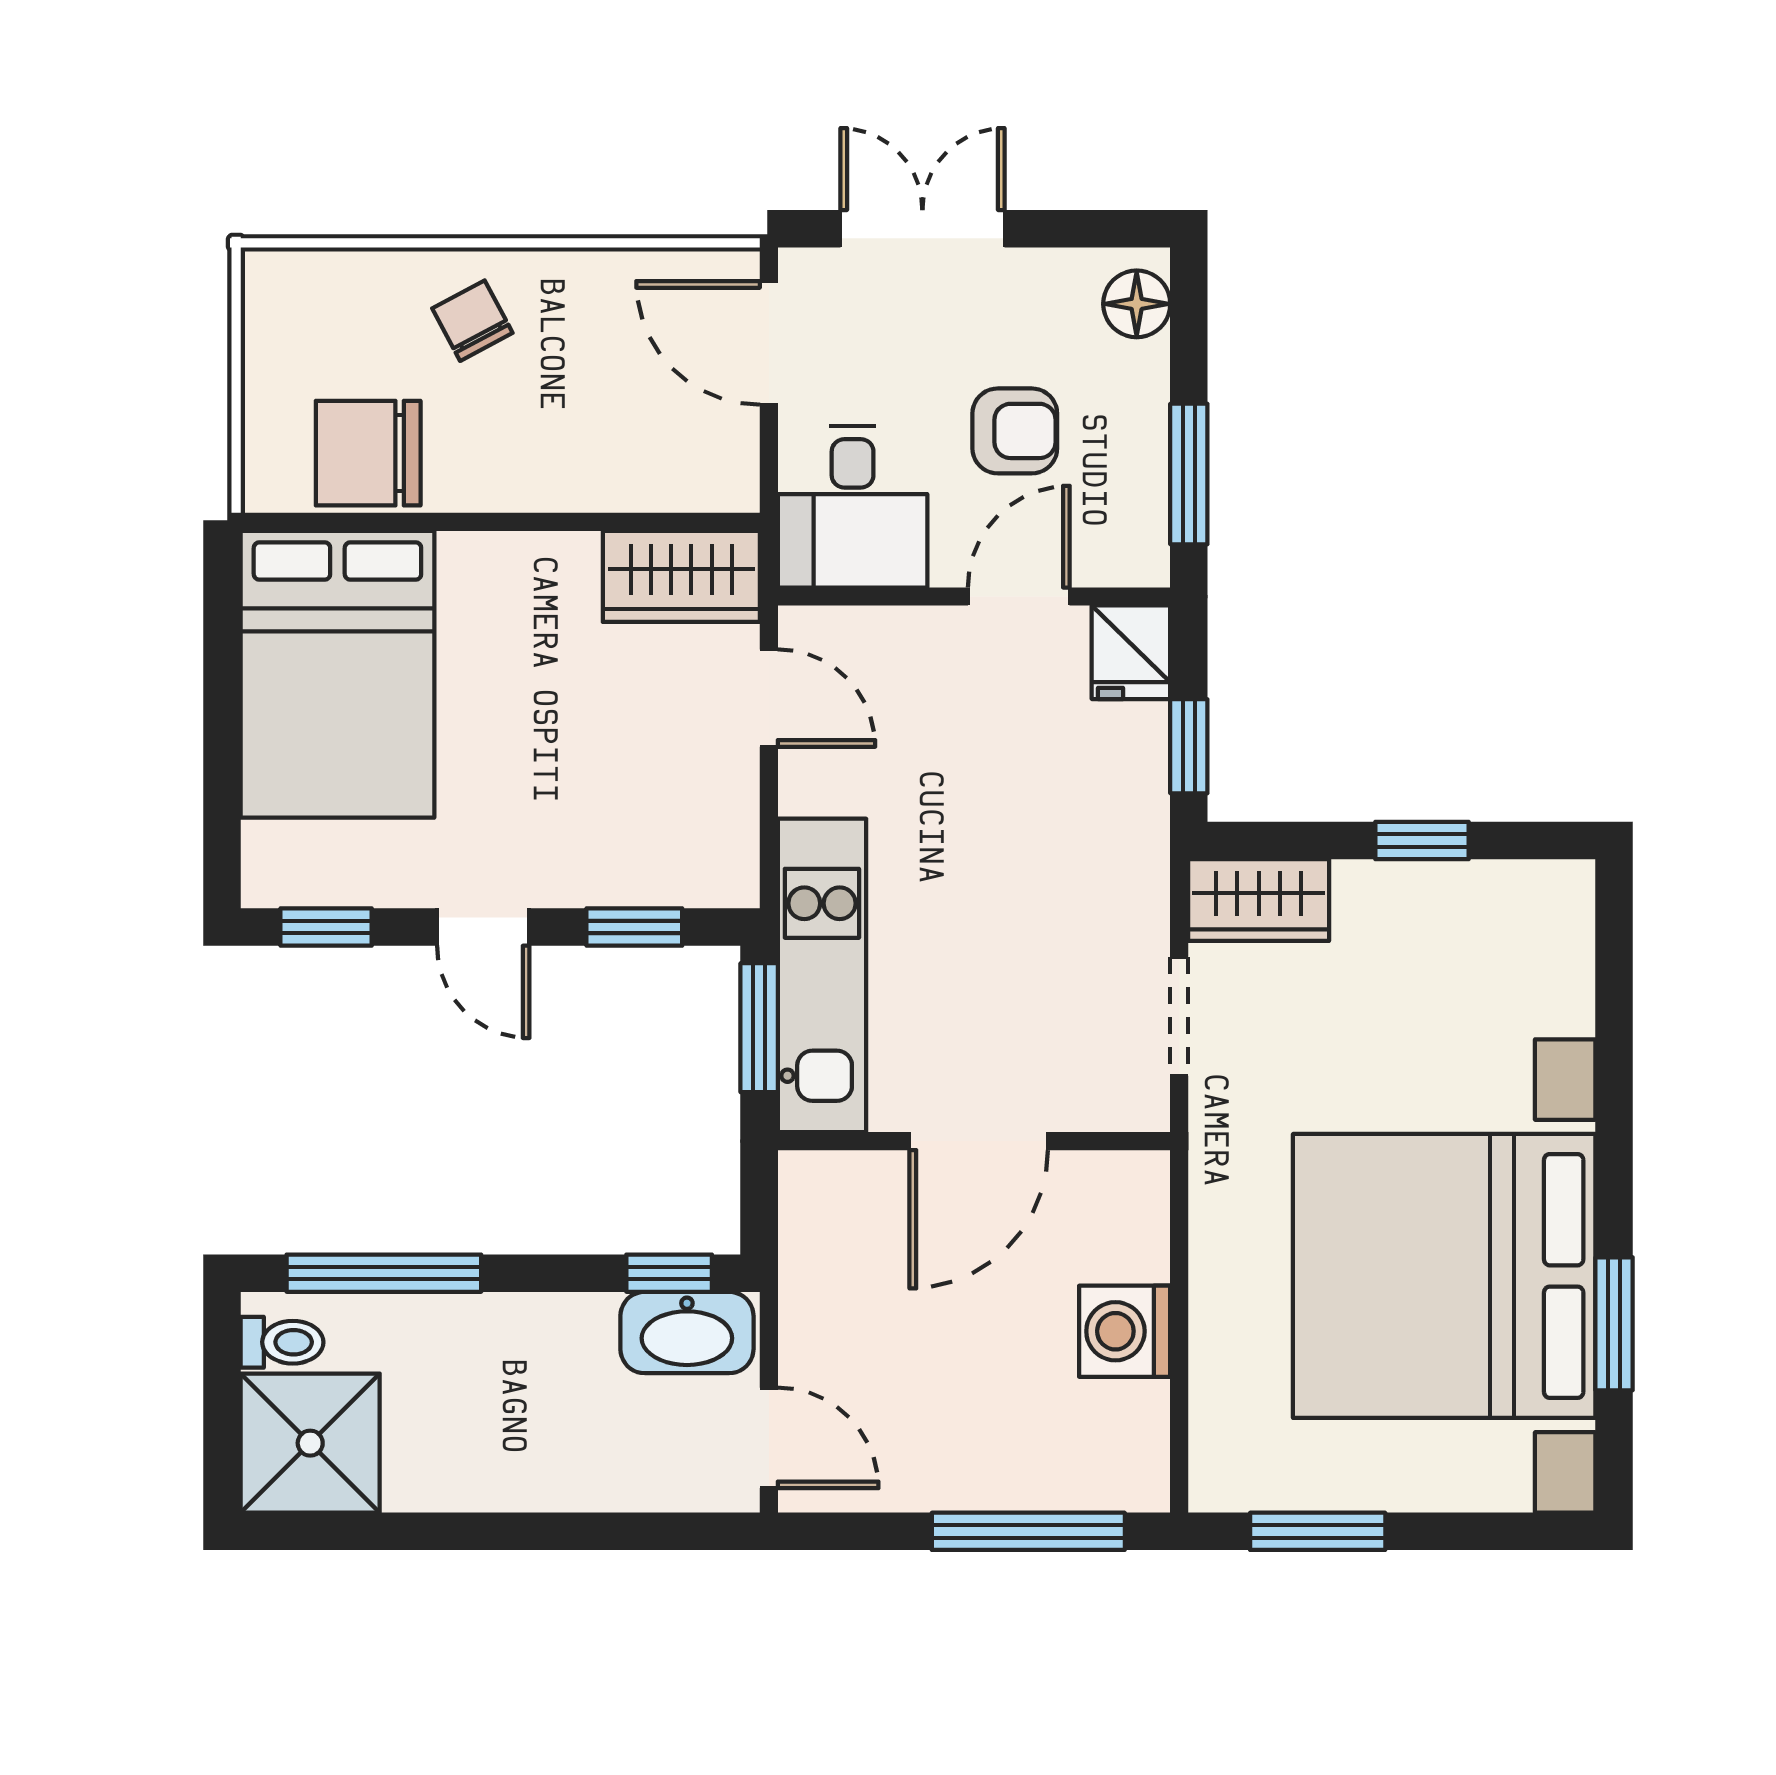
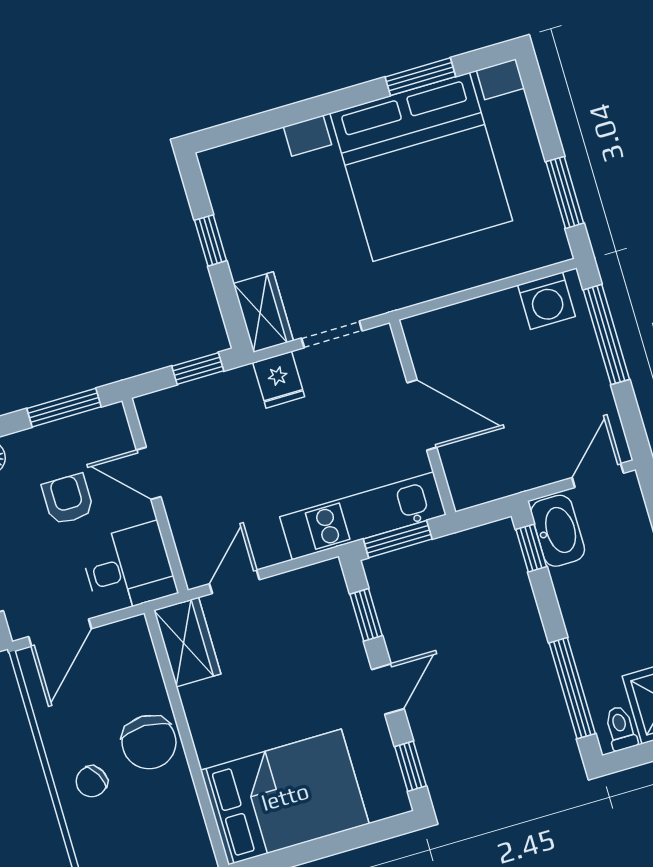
chair: (368, 453) -> (149, 742), moved
fridge: (1131, 652) -> (279, 380), moved, turned 90
washing machine: (1125, 1331) -> (547, 301), moved

